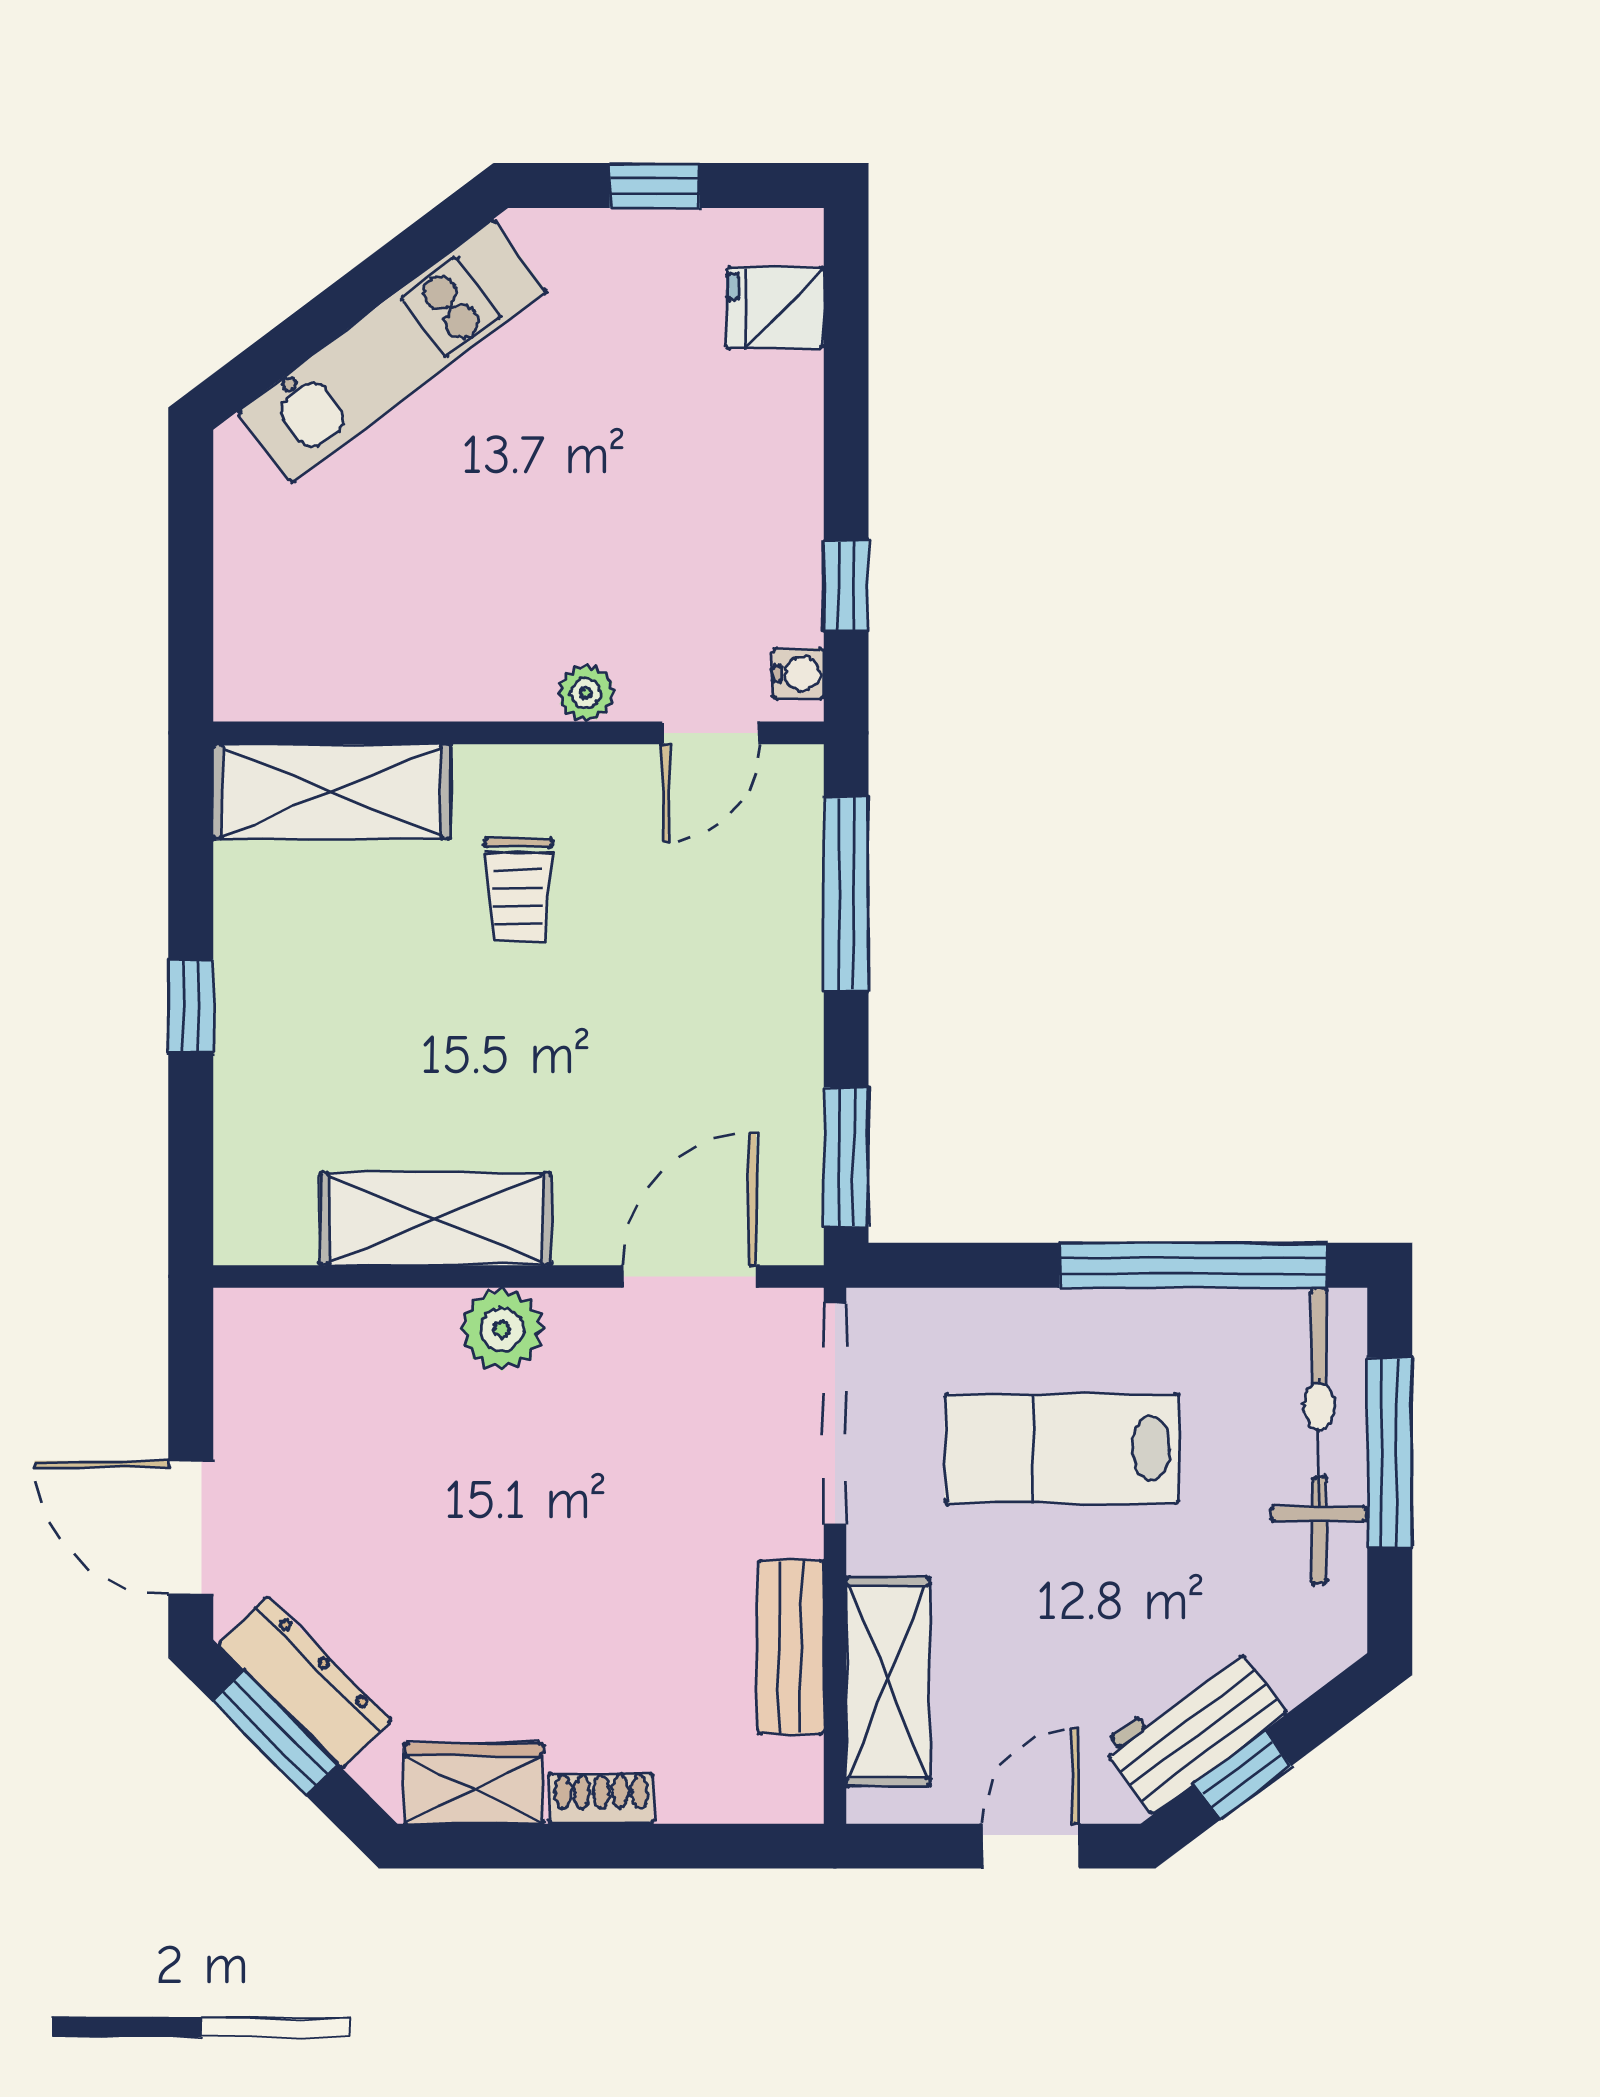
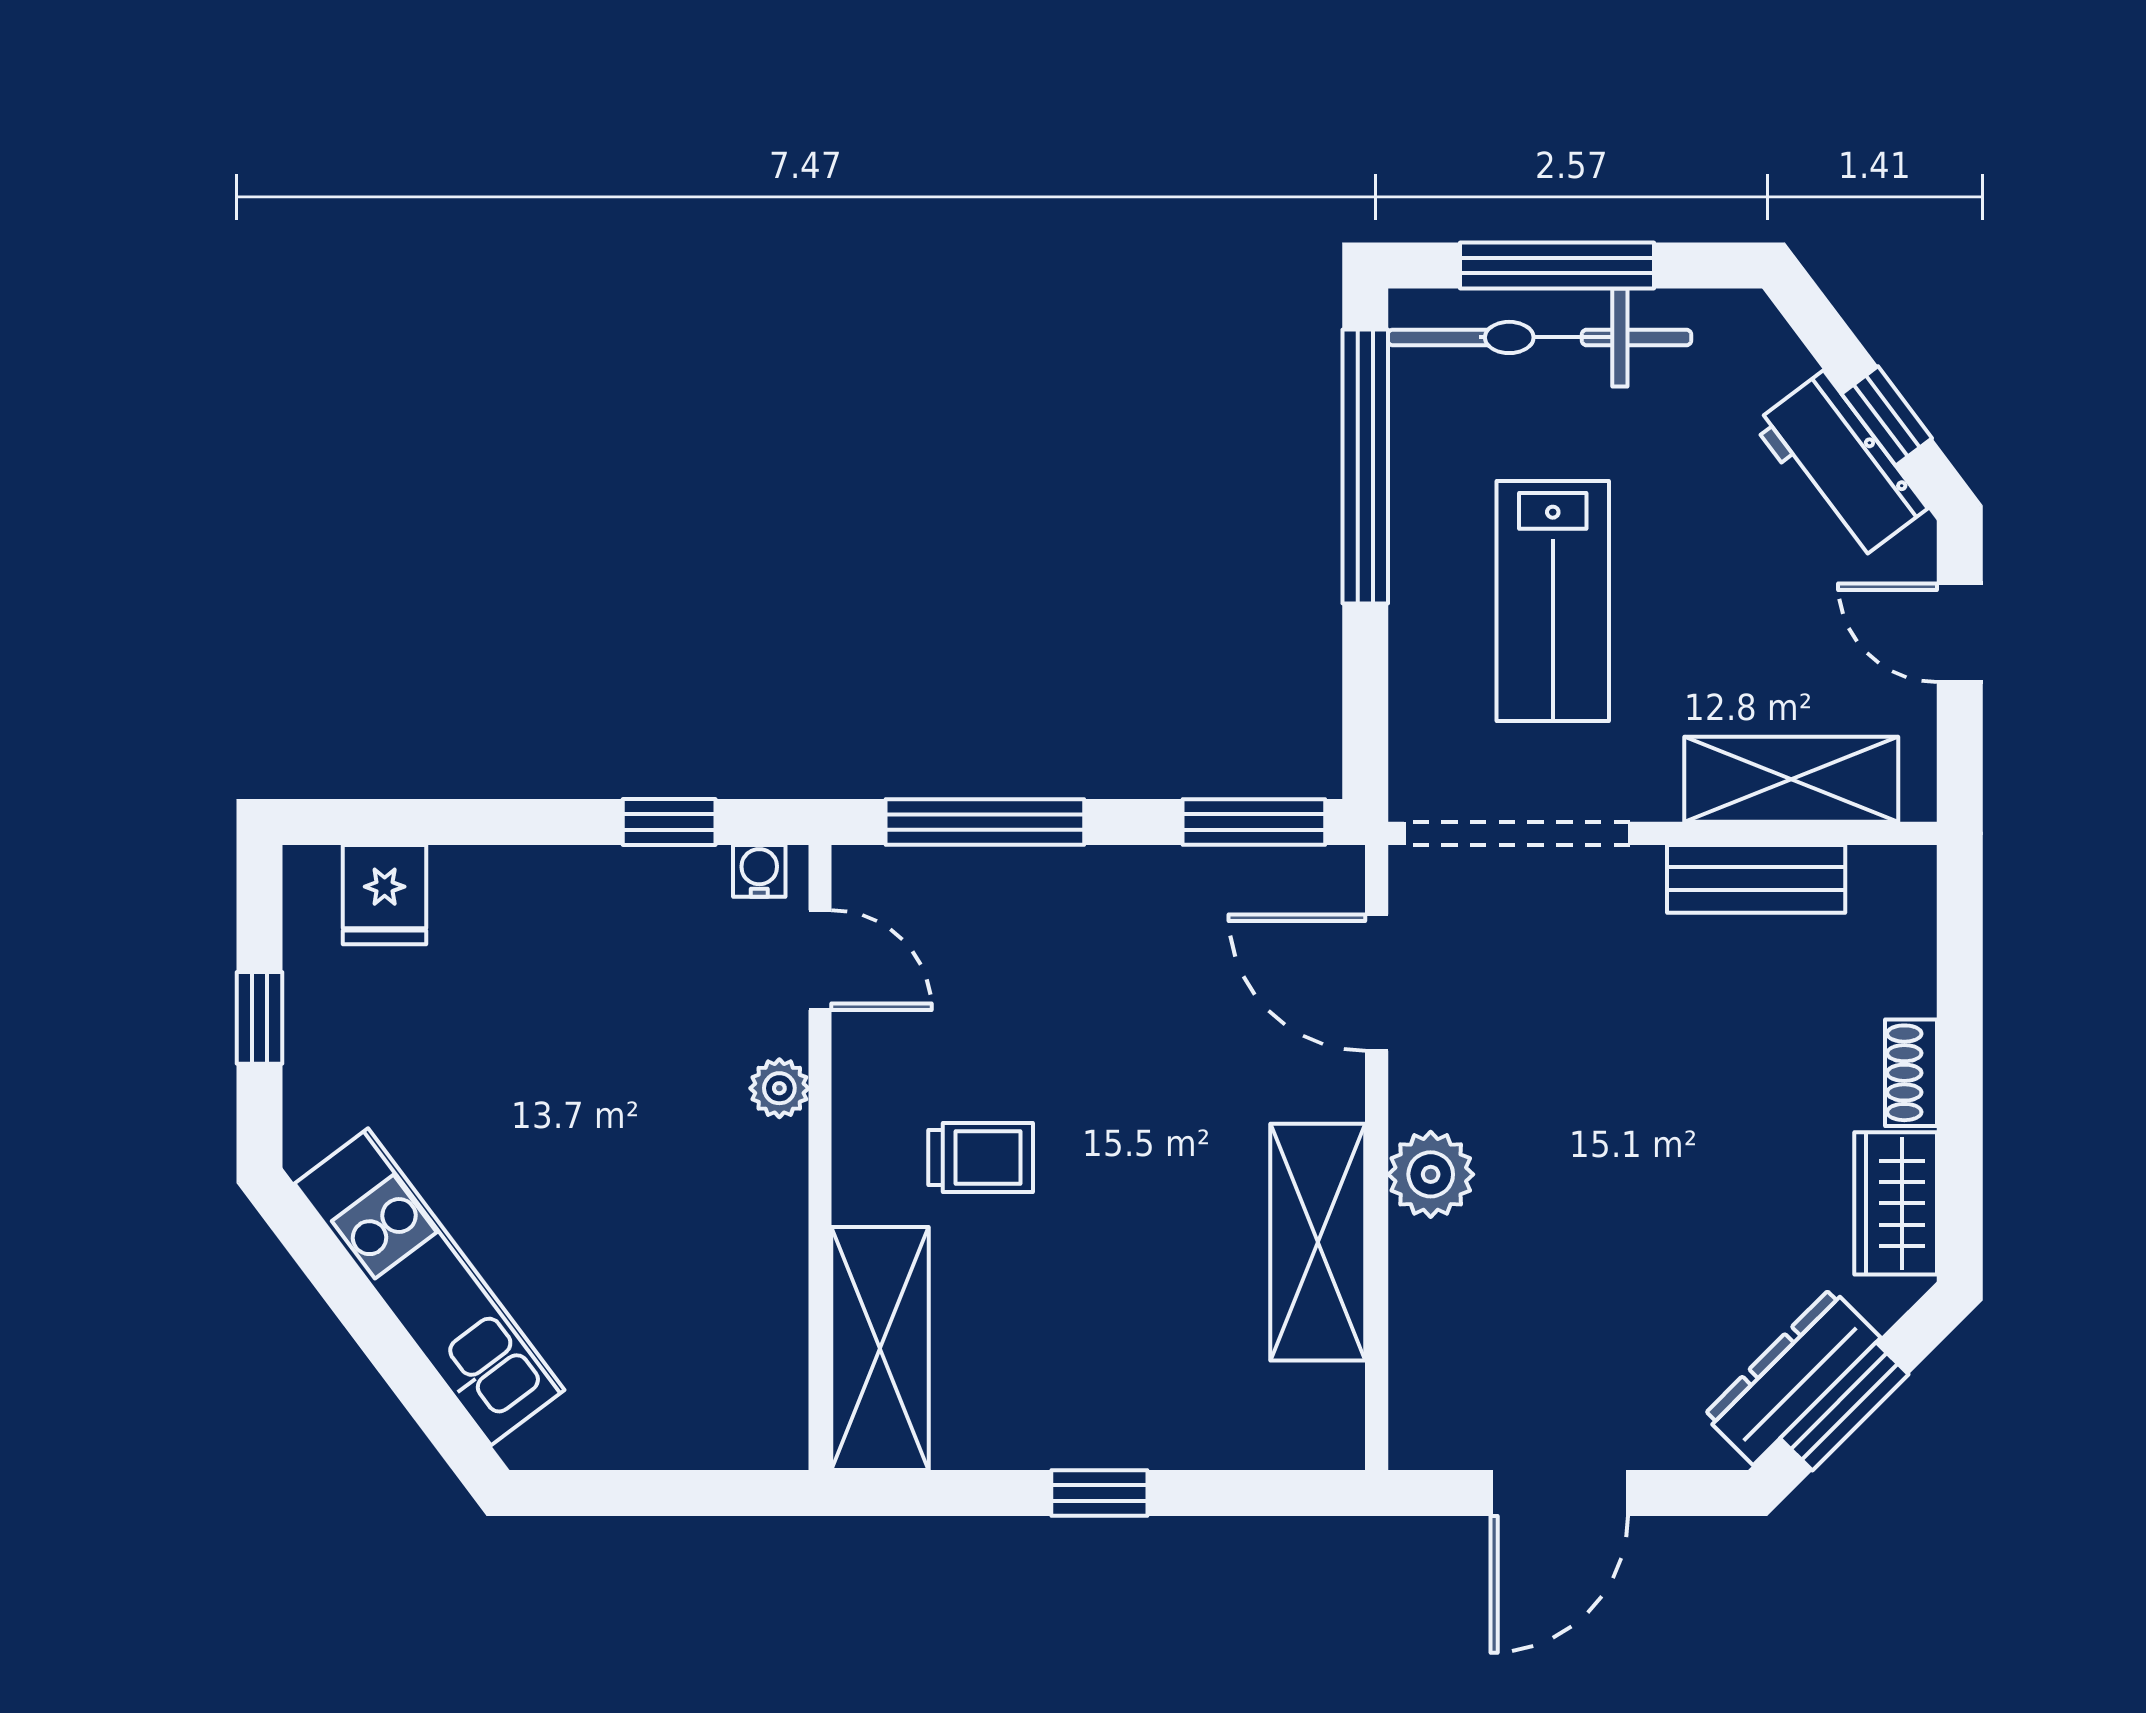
door: (191, 1528) -> (1559, 1493), moved

